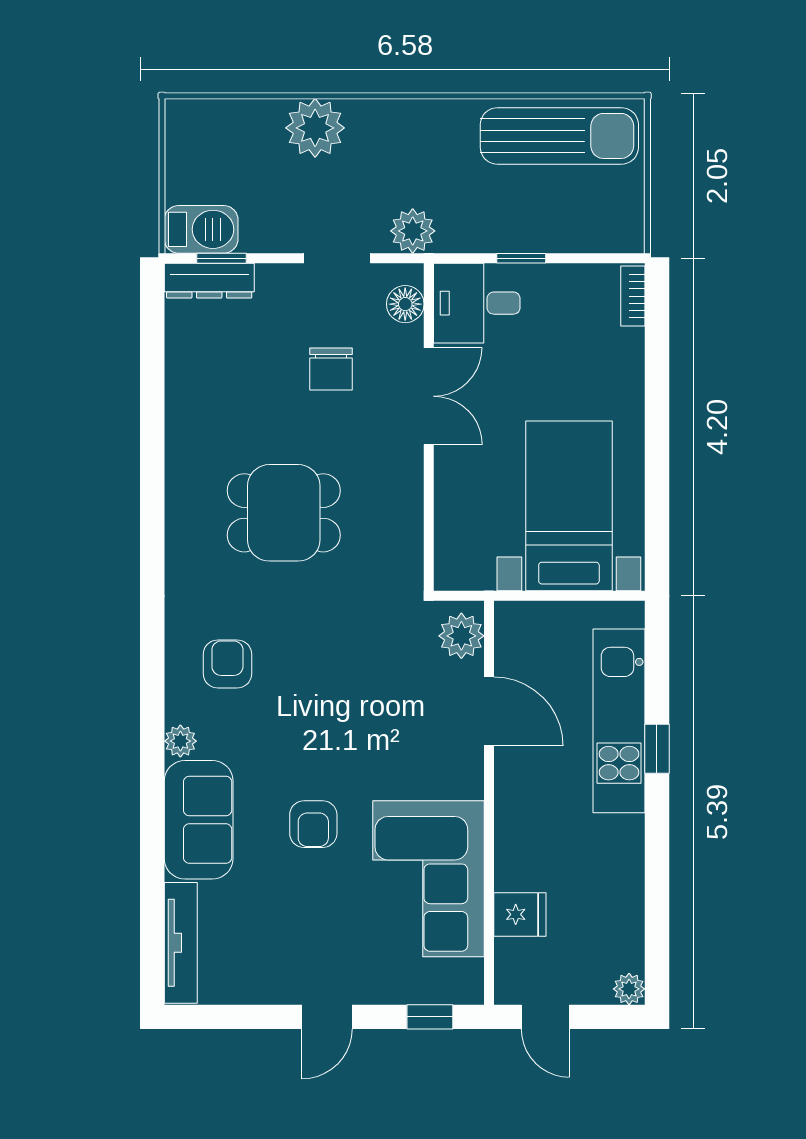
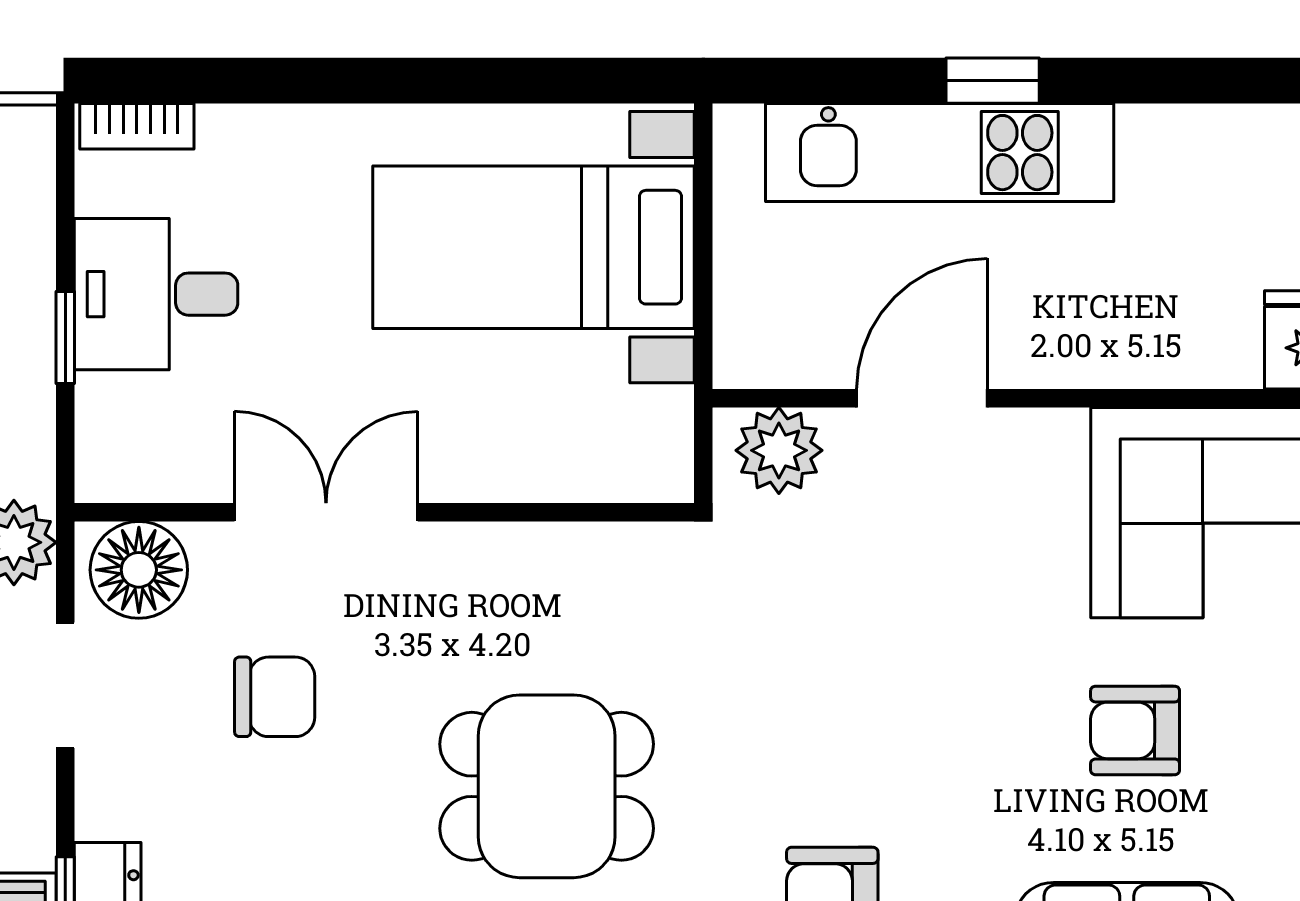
desk: (477, 303) -> (156, 294), moved, turned 90
floor lamp: (405, 304) -> (139, 570), width x1.38, depth x1.38
dining table: (284, 513) -> (547, 786), turned 90
armchair: (313, 824) -> (1135, 730), turned 180

